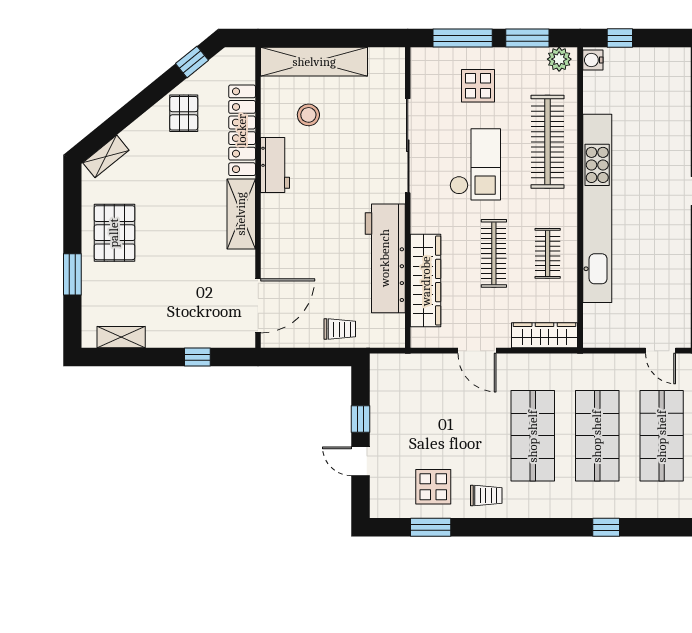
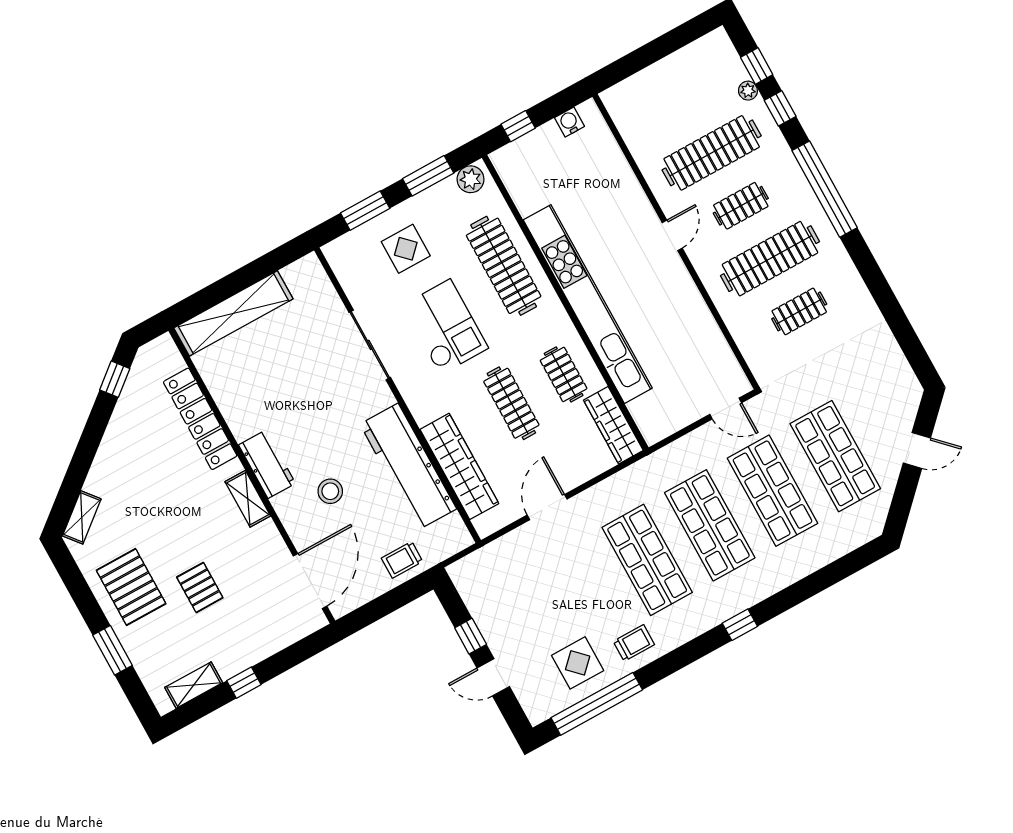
window: (463, 38) -> (365, 211), width x0.69
water cooler: (593, 60) -> (569, 122), moved, turned 90
pallet: (184, 113) -> (200, 587), moved
stool: (308, 115) -> (330, 491), moved
sliding door: (408, 146) -> (370, 345), width x0.73
workbench: (275, 165) -> (267, 464), moved
shelving: (241, 214) -> (248, 499), width x0.67, depth x0.75
trolley: (340, 329) -> (402, 560), turned 180
wardrobe: (545, 335) -> (613, 425), moved, turned -90
door: (477, 351) -> (547, 507), swing flipped
window: (197, 357) -> (244, 683), moved
window: (431, 527) -> (597, 704), width x2.11
window: (606, 527) -> (740, 625), moved

